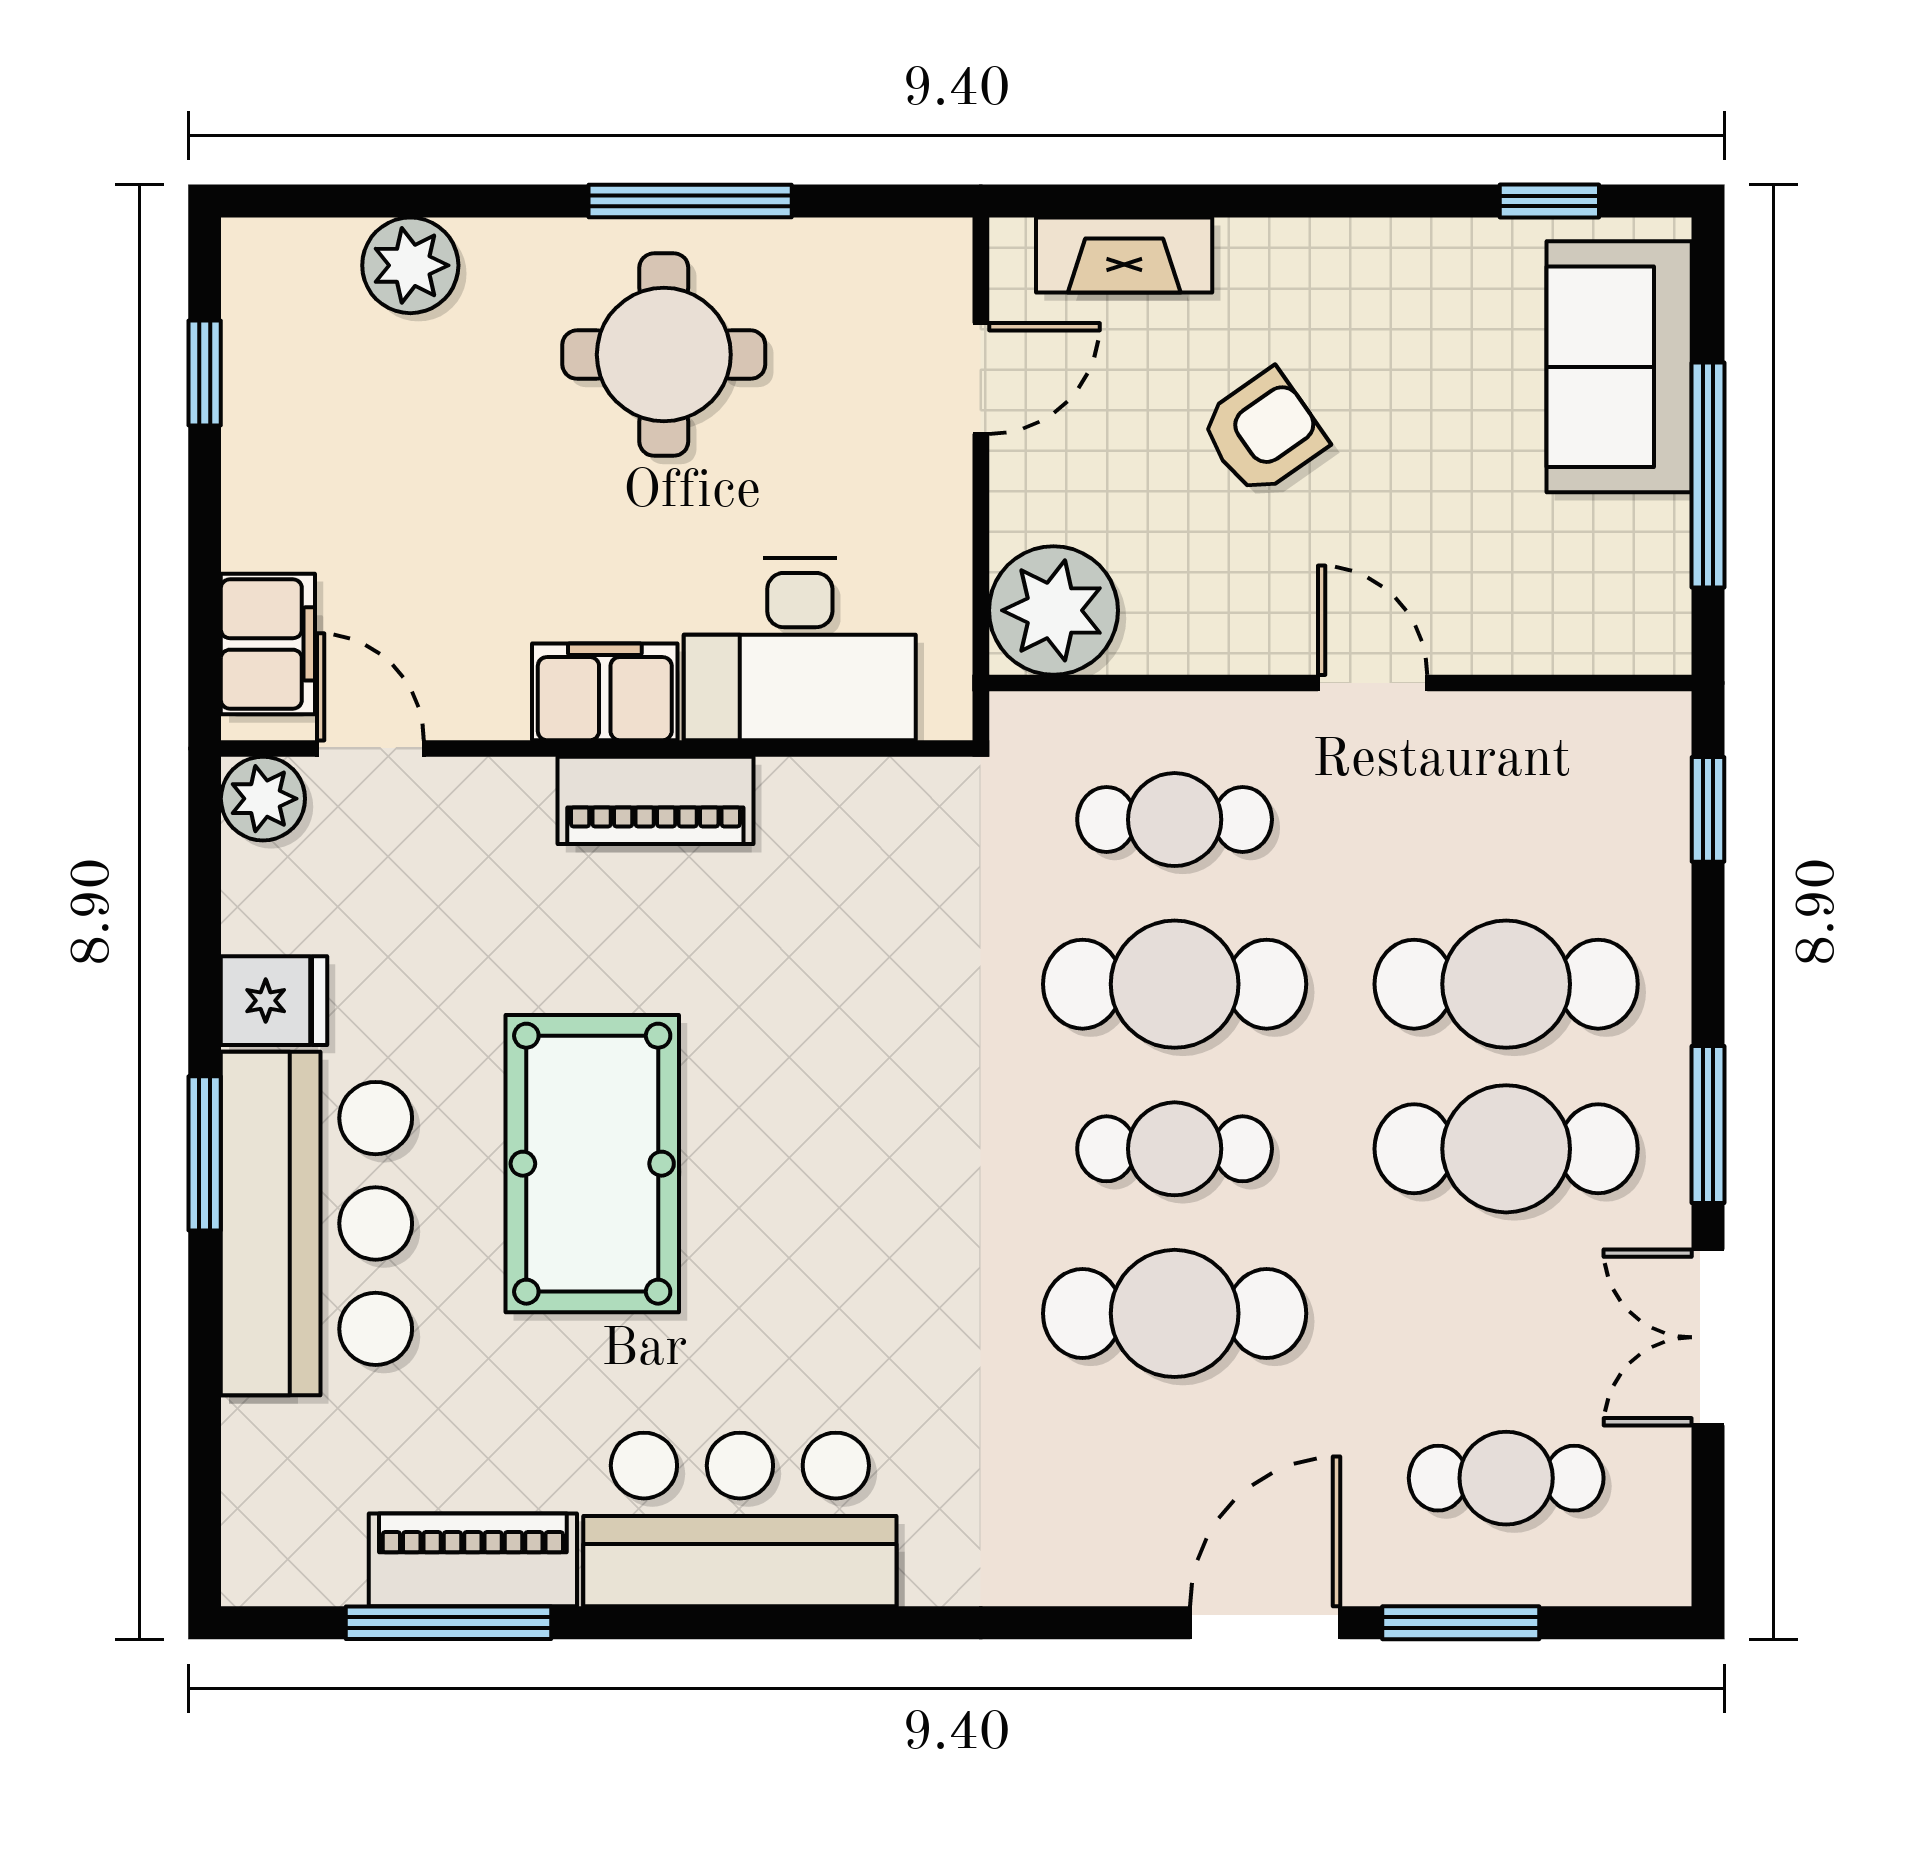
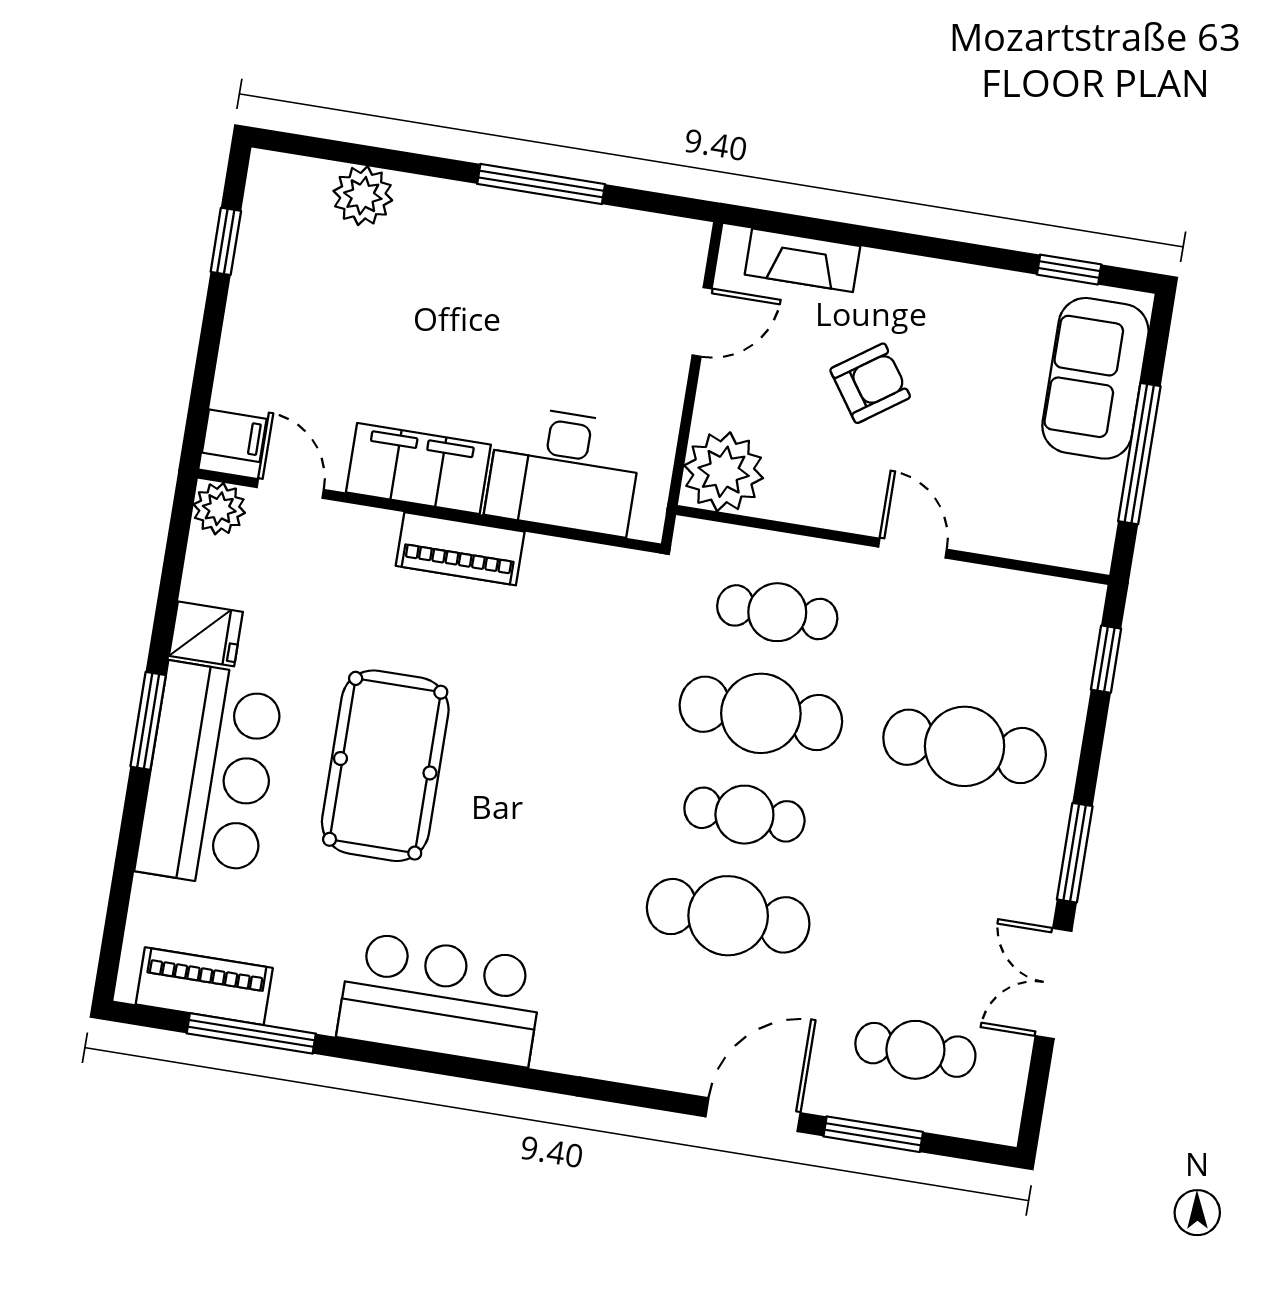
round table: (664, 355) -> (510, 276), removed
filing cabinet: (268, 644) -> (234, 436), width x0.50
filing cabinet: (605, 692) -> (418, 469), width x1.50, depth x1.17
cafe table: (1506, 1149) -> (948, 848), removed
piano: (473, 1560) -> (204, 986), moved

